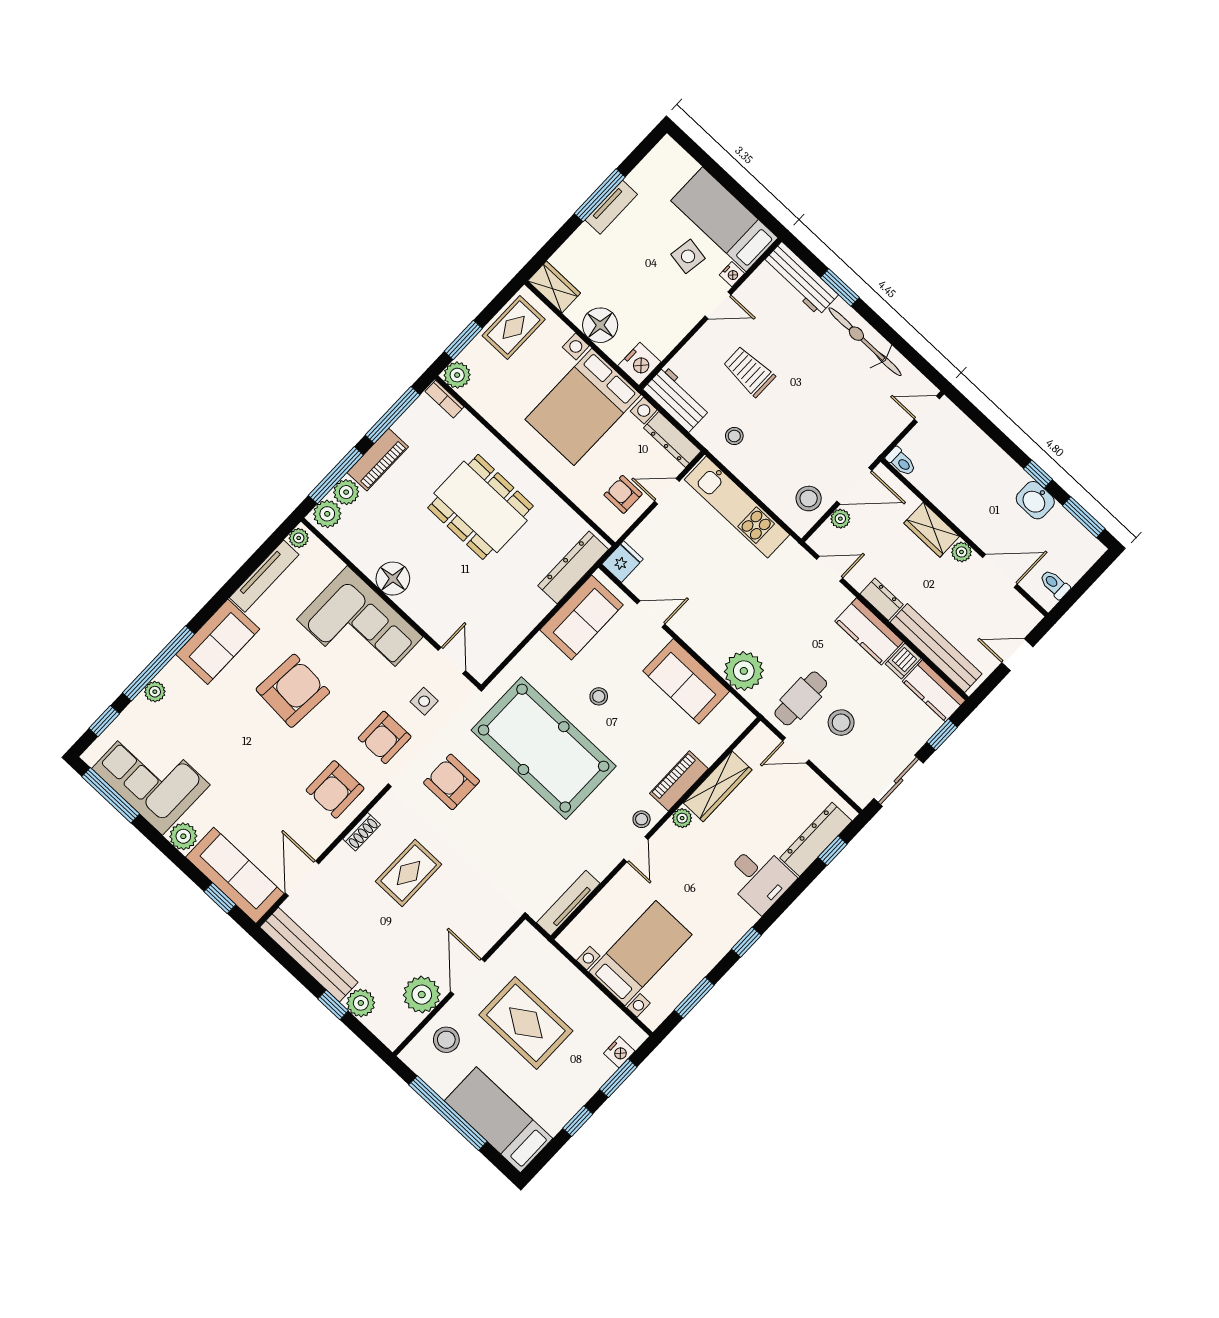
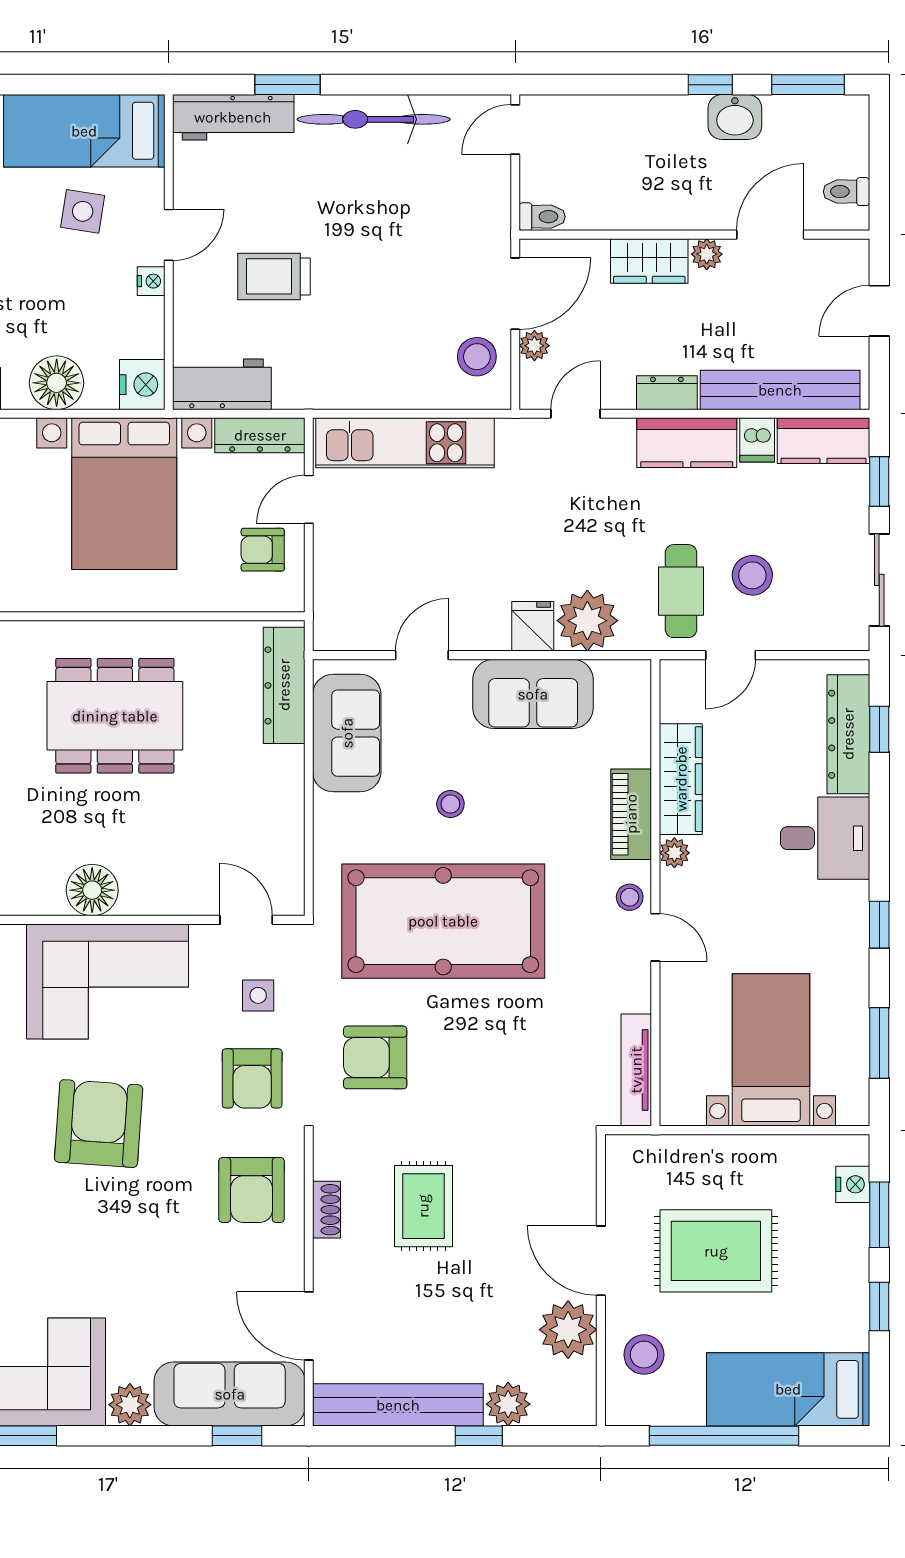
nightstand: (732, 274) -> (151, 281), moved
stool: (734, 436) -> (326, 365), removed
fridge: (622, 562) -> (533, 626), moved

